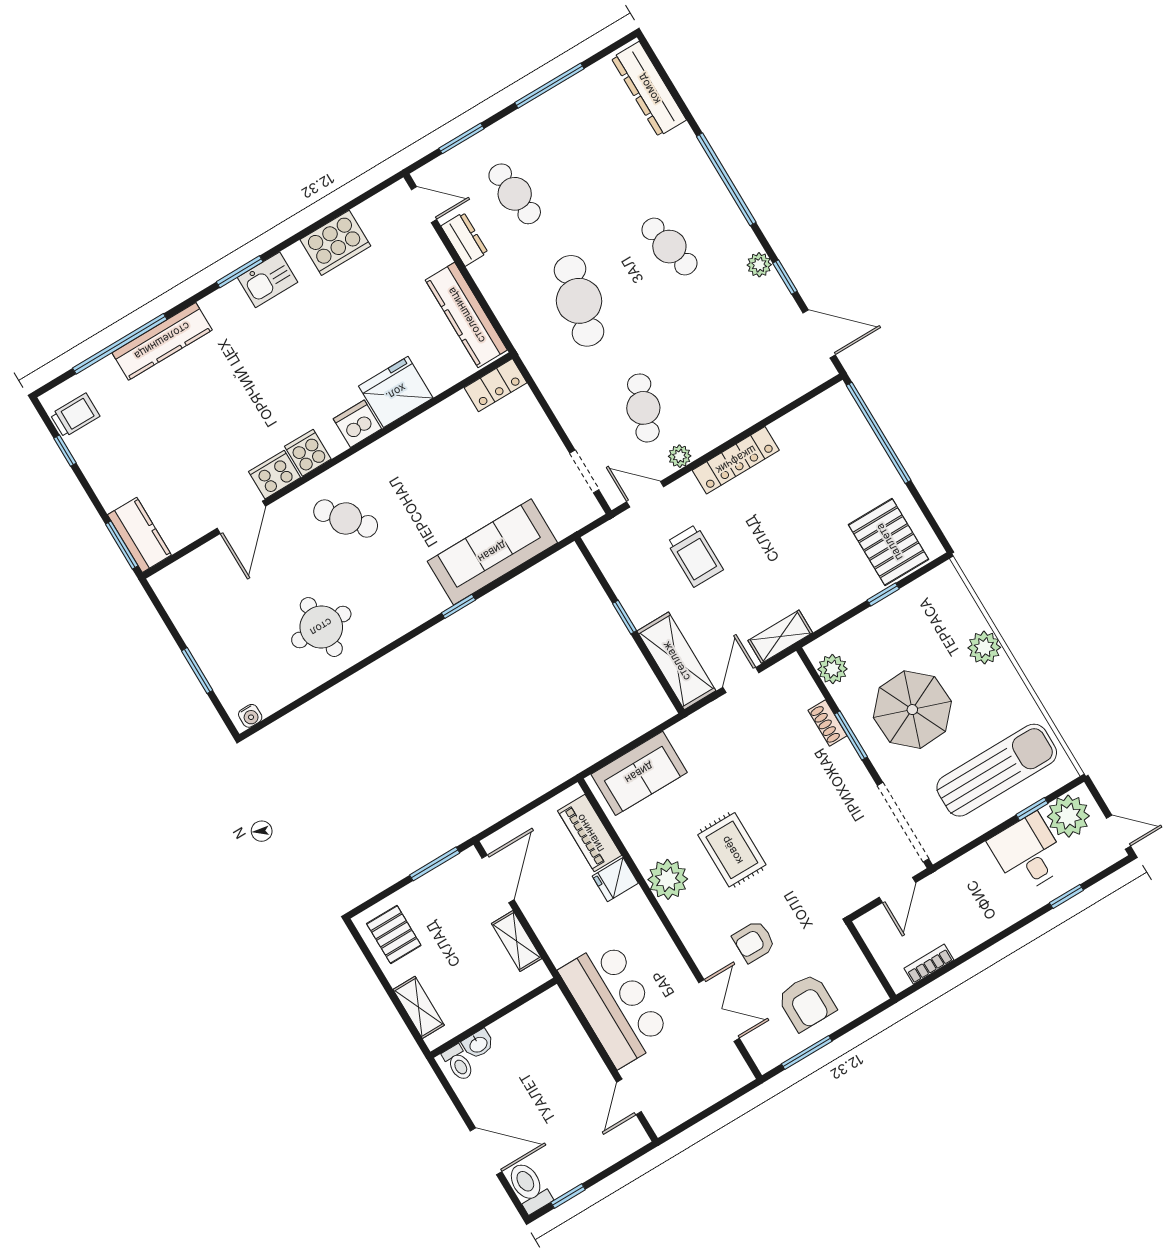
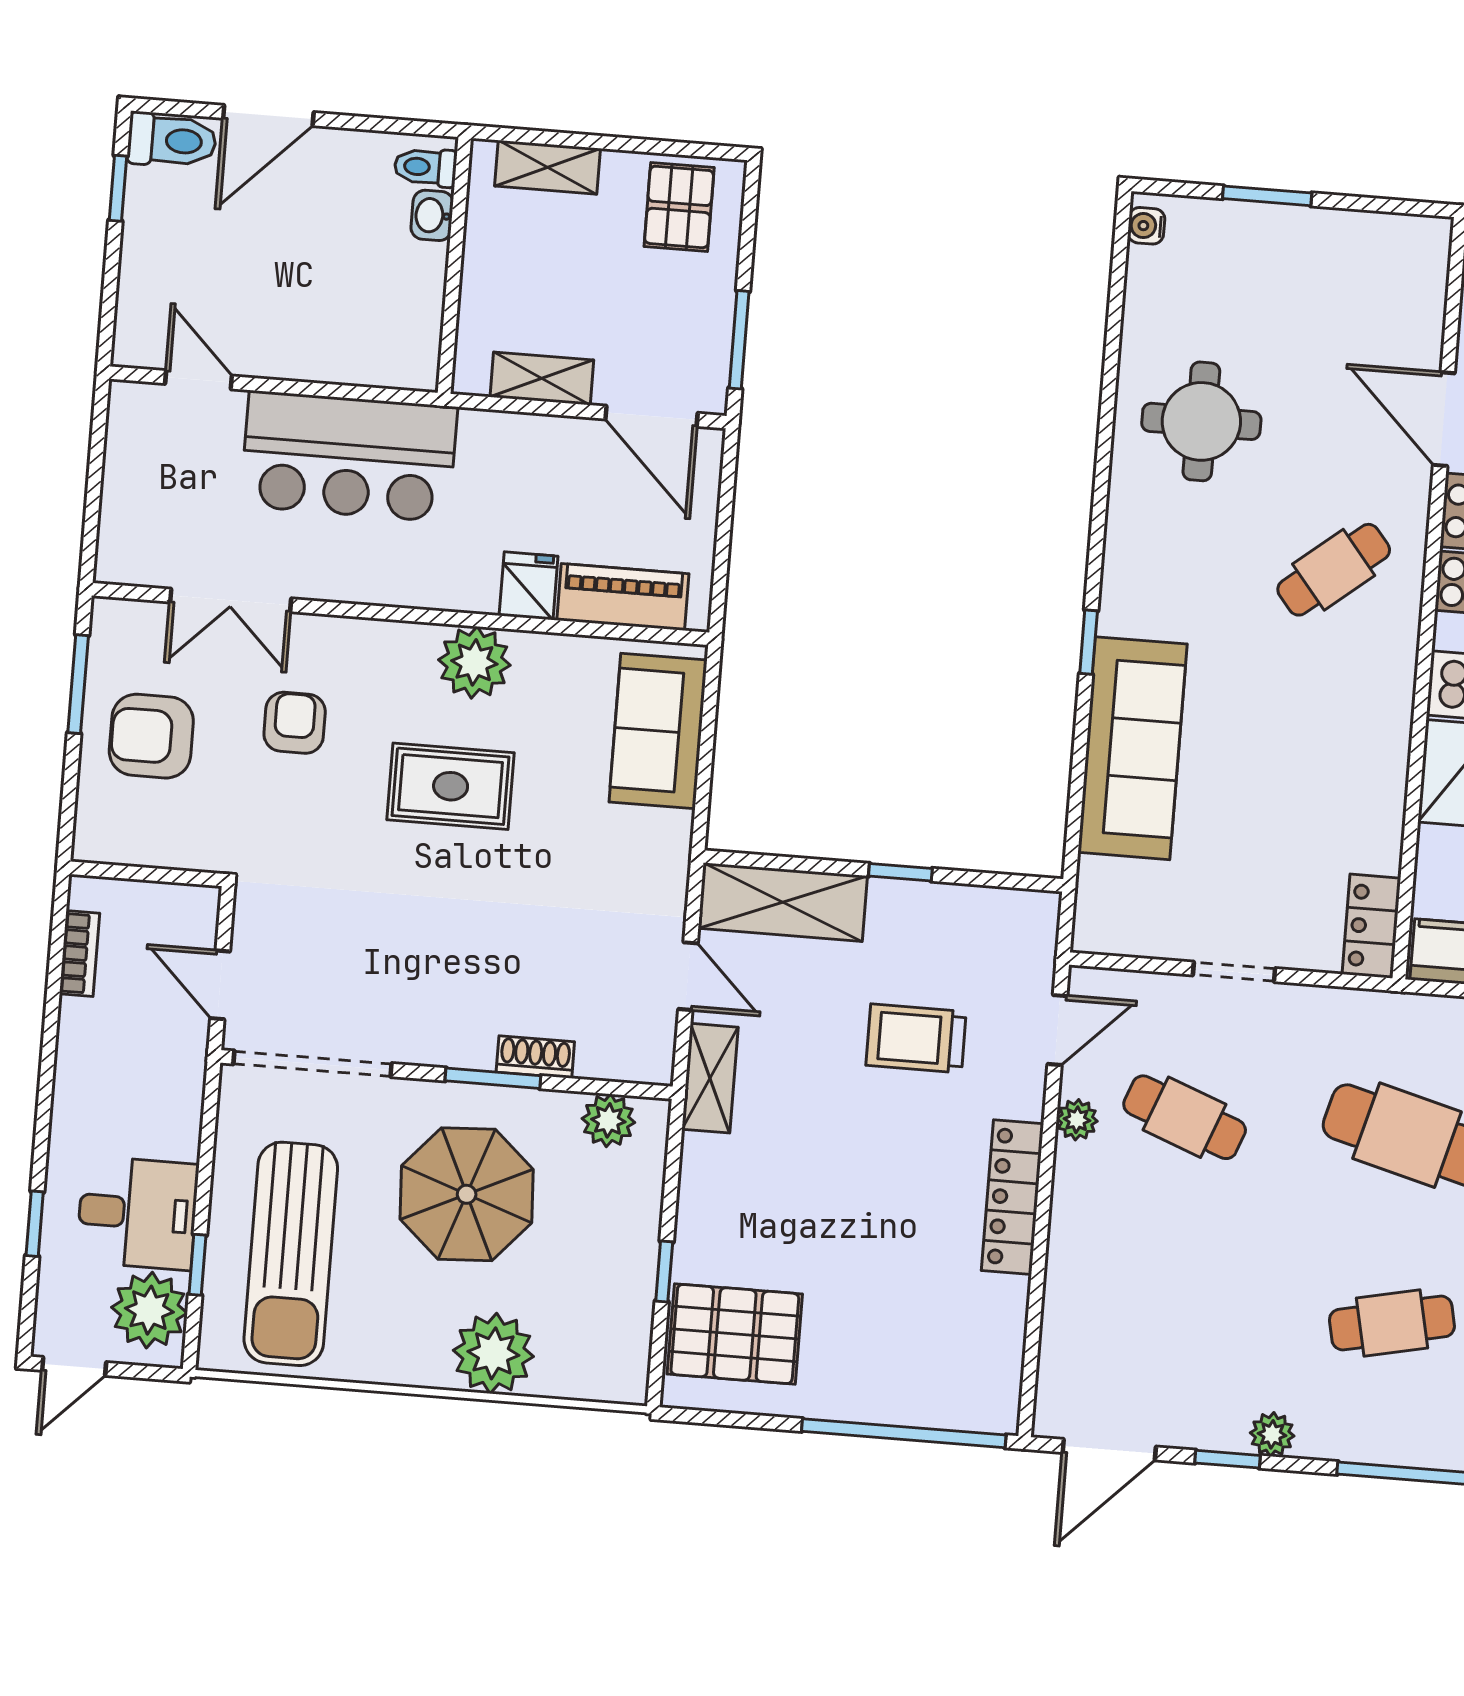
doorway: (584, 471) -> (1234, 972), moved
plant: (984, 648) -> (493, 1353), width x1.36, depth x1.36
pallet: (394, 935) -> (679, 207), turned 90

